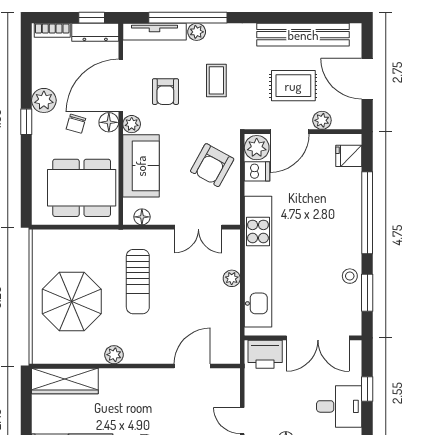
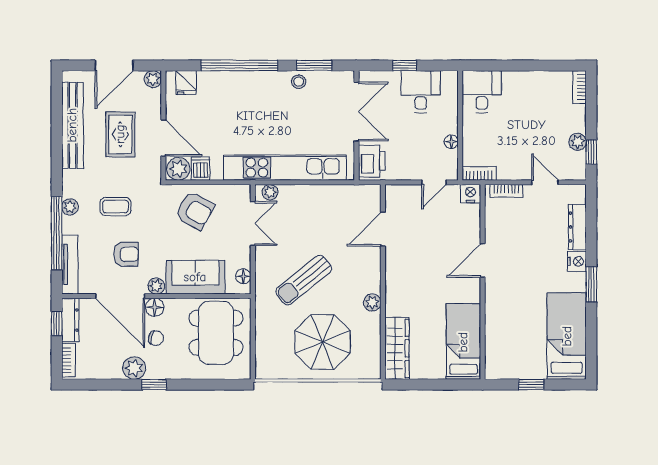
plant: (197, 32) -> (70, 207), moved
plant: (322, 120) -> (153, 79), moved
plant: (232, 278) -> (270, 192), moved
sun lounger: (138, 282) -> (304, 280), turned 141
door: (192, 366) -> (383, 229), hinge flipped

